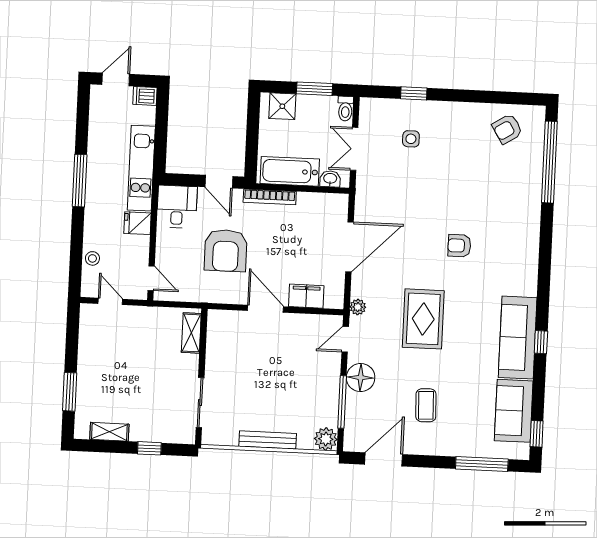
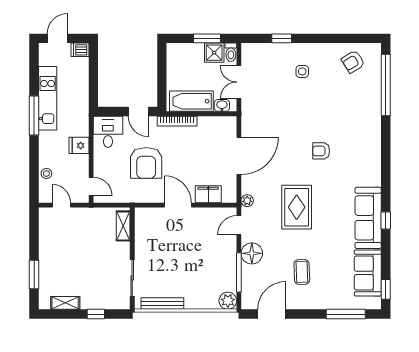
shower: (282, 106) -> (214, 53), moved
side table: (411, 139) -> (302, 71), moved
kitchen unit: (141, 168) -> (48, 98), moved, turned 180
bench: (268, 440) -> (162, 303), moved

